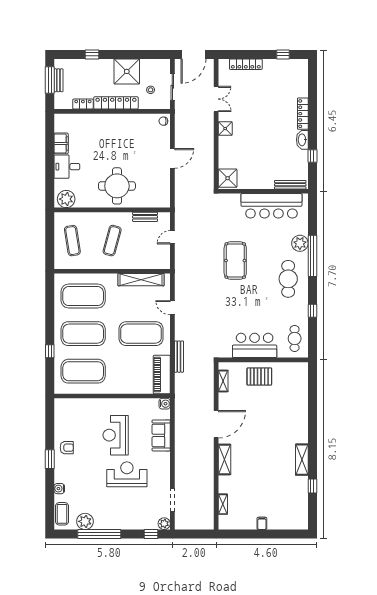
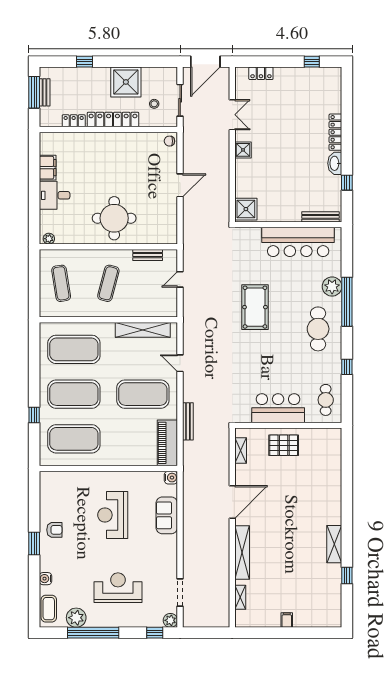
locker: (246, 64) -> (261, 73), width x0.66
plant: (66, 199) -> (49, 239), width x0.53, depth x0.53
shelving: (224, 459) -> (242, 552), width x1.47
reception desk: (127, 474) -> (118, 588), moved

